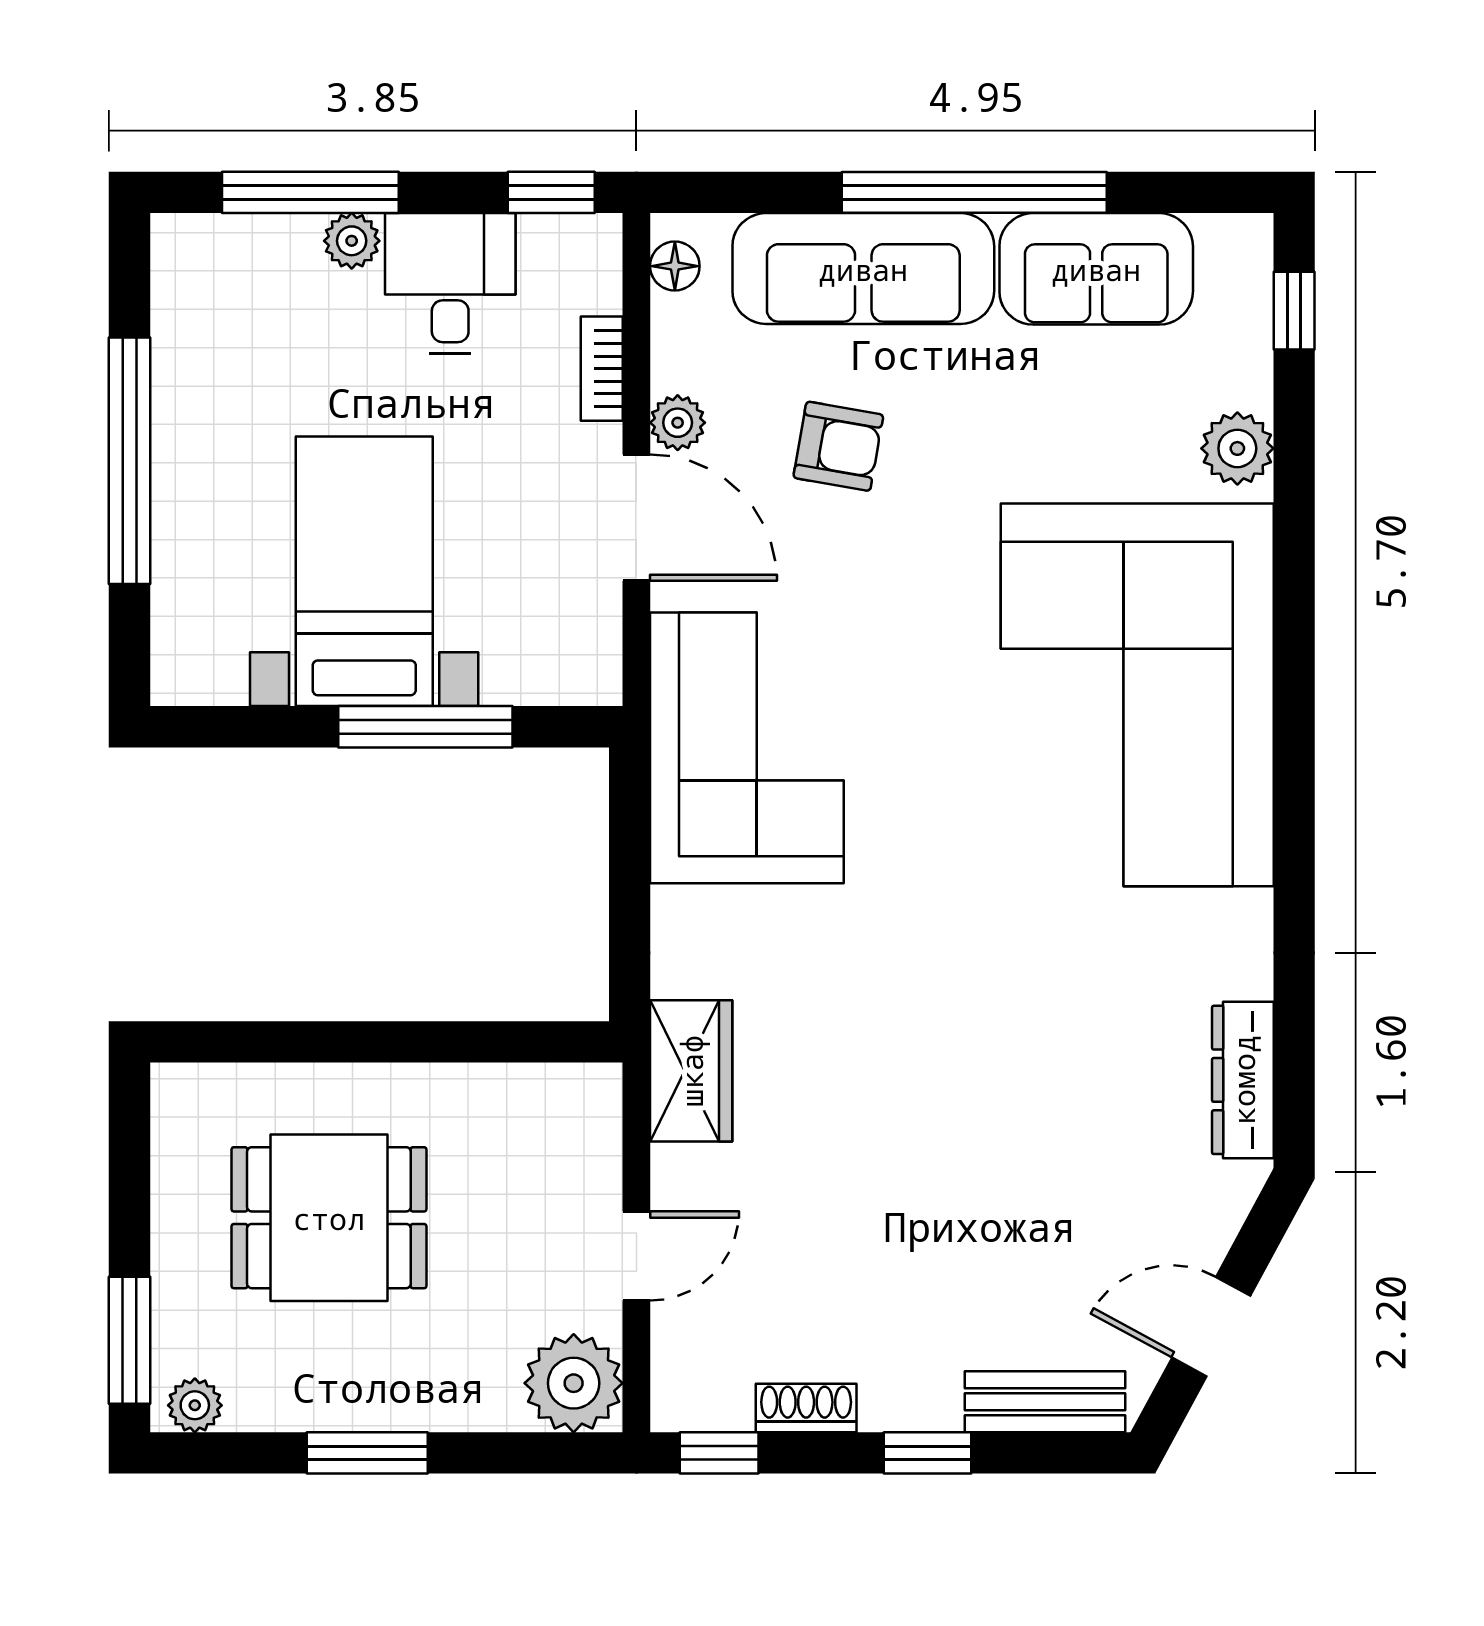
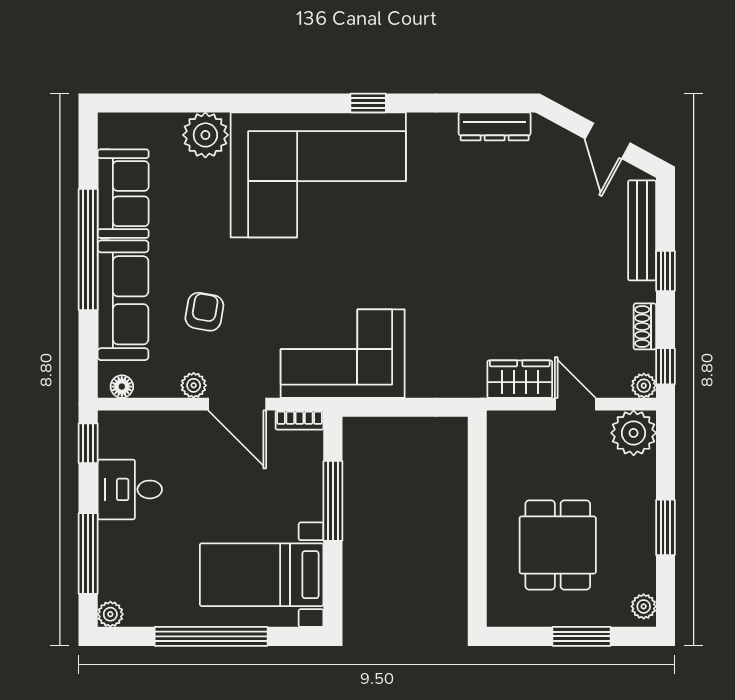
plant: (352, 241) -> (110, 614), moved
window: (1294, 311) -> (368, 103), moved
bookcase: (602, 369) -> (299, 420), moved
plant: (1237, 448) -> (205, 135), width x1.36, depth x1.36
door: (636, 518) -> (237, 404), swing flipped
bed with nightstands: (364, 571) -> (262, 575), moved
wardrobe: (691, 1071) -> (520, 379), moved
window: (130, 1340) -> (581, 636), moved
bench: (1045, 1402) -> (642, 230), width x1.36
plant: (677, 1406) -> (644, 386), added

